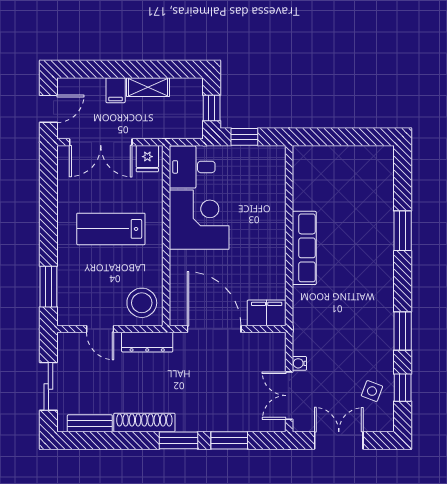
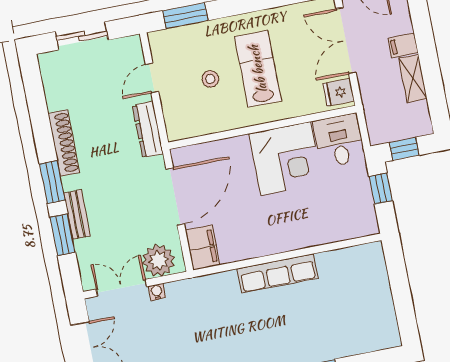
stool: (142, 303) -> (210, 79), moved, width x0.53, depth x0.53
plant: (271, 356) -> (159, 260), added
bench: (90, 423) -> (77, 214), moved

